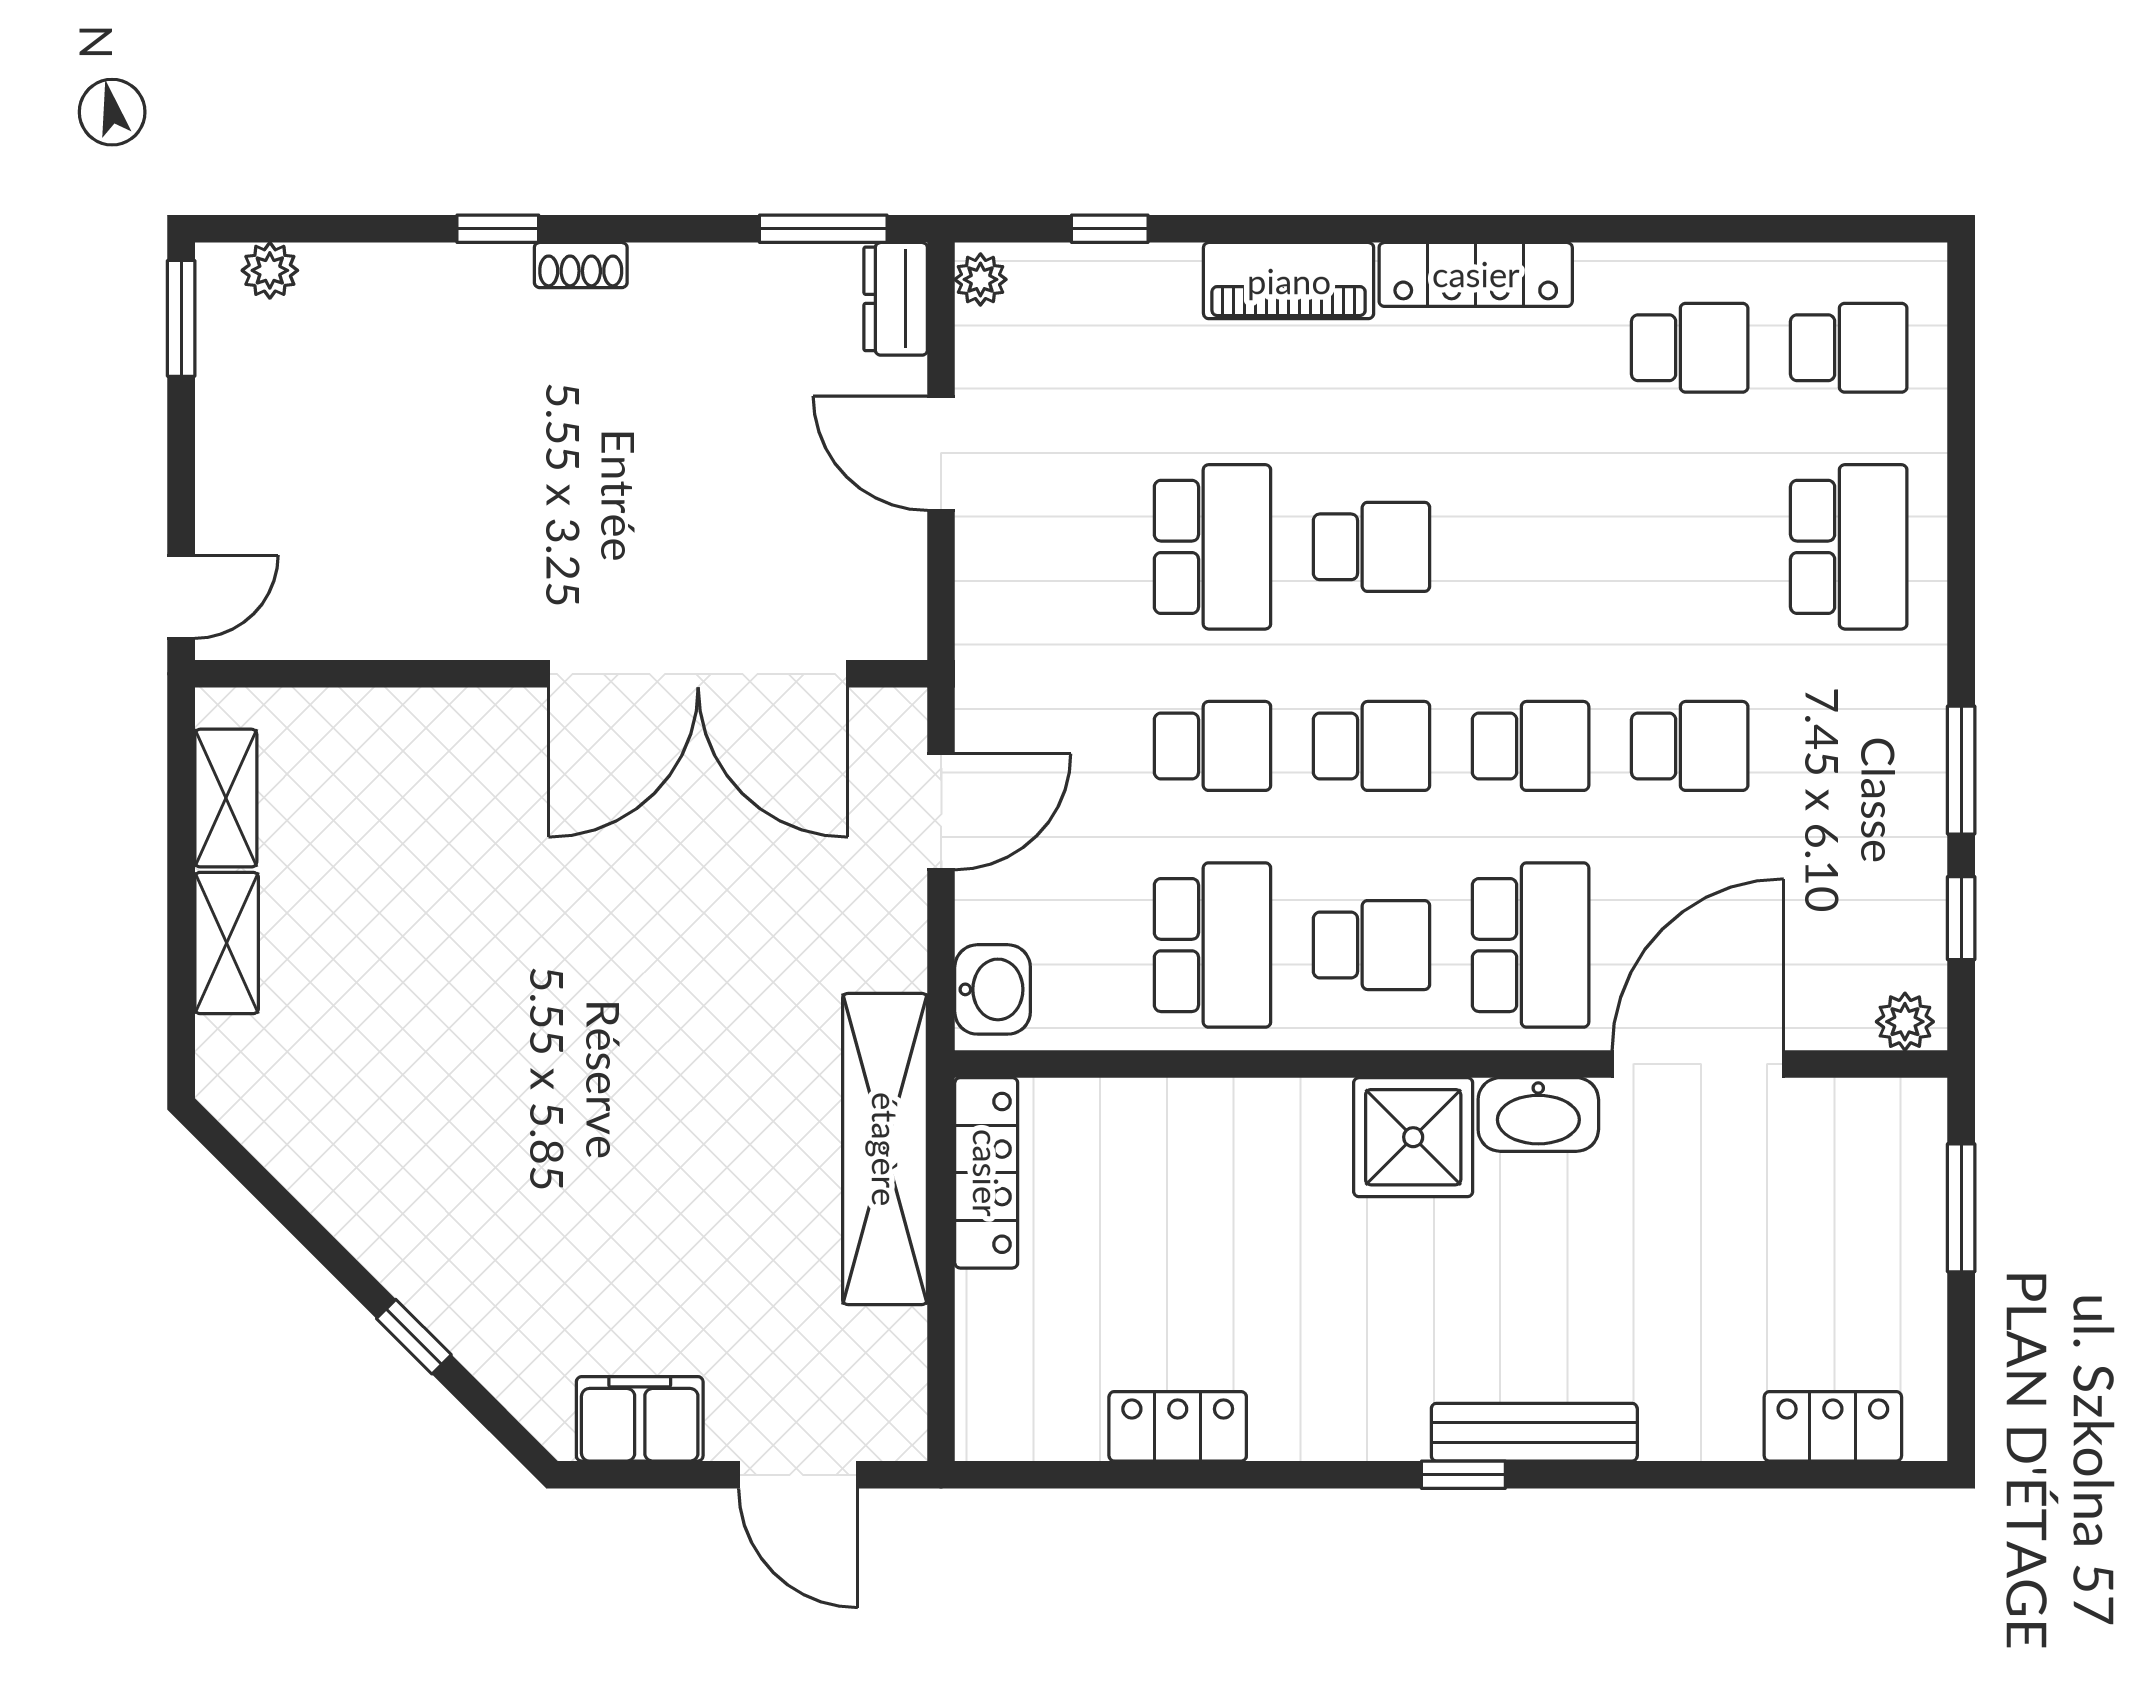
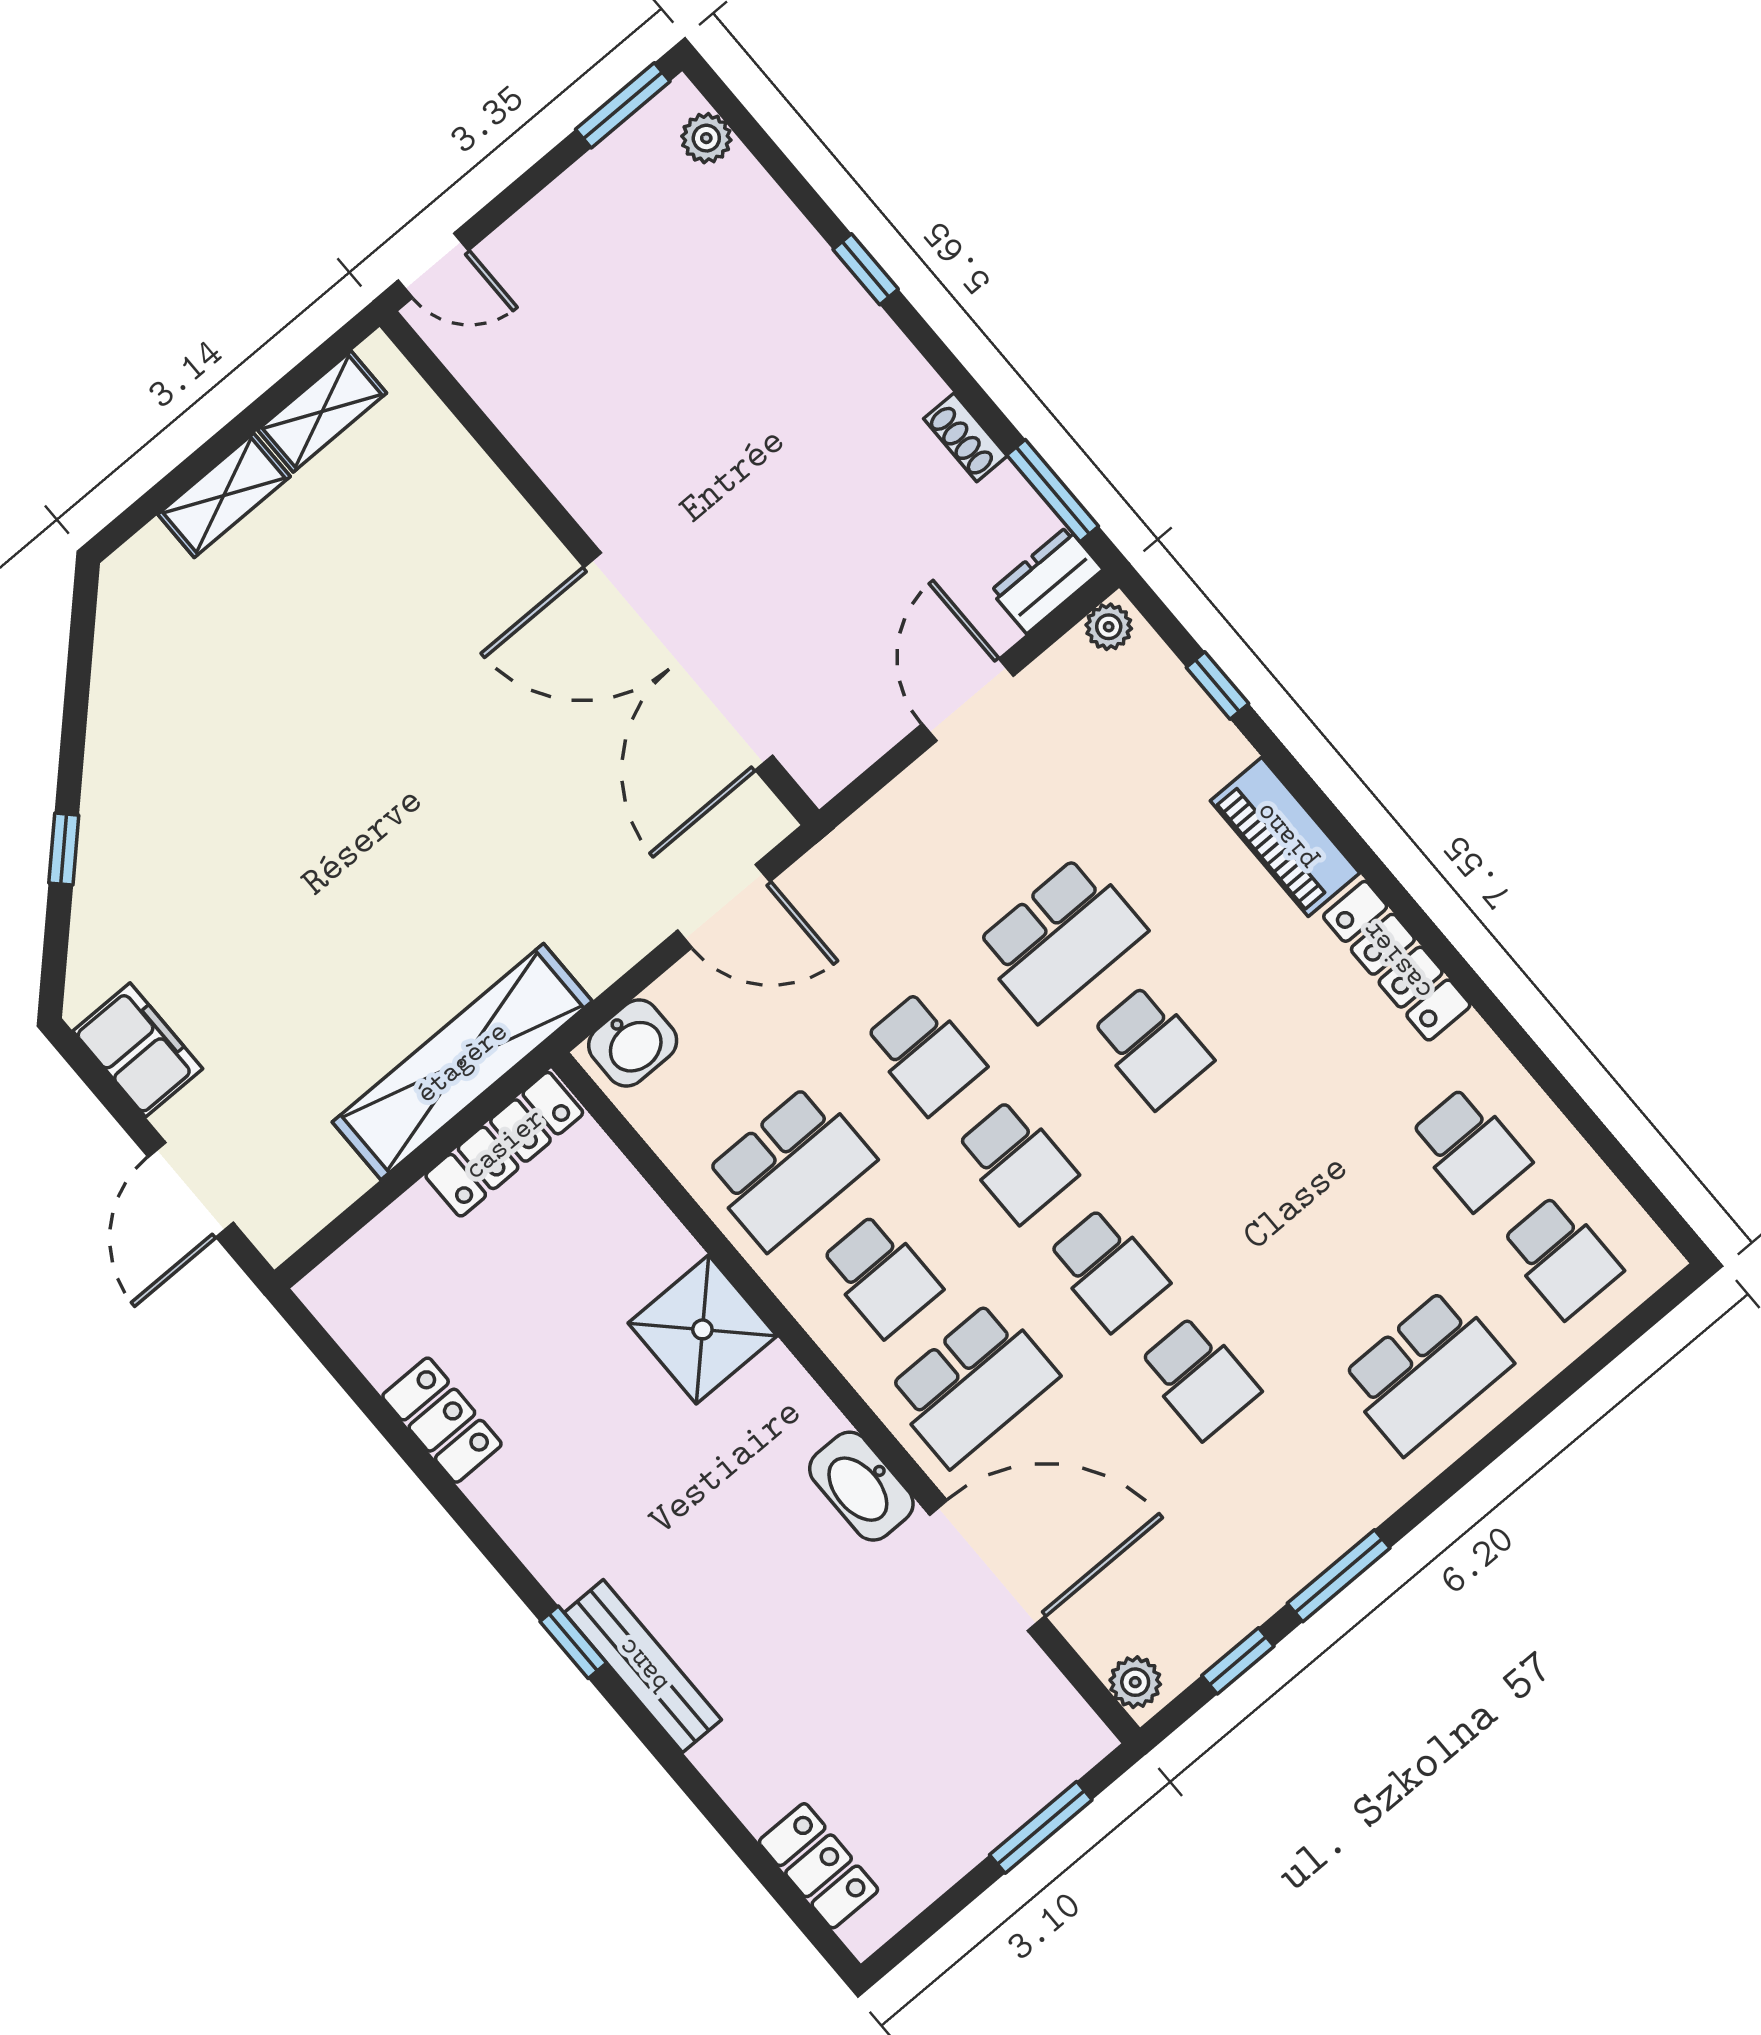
shoe rack: (581, 265) -> (965, 437), moved
shower: (1413, 1137) -> (702, 1329), moved

